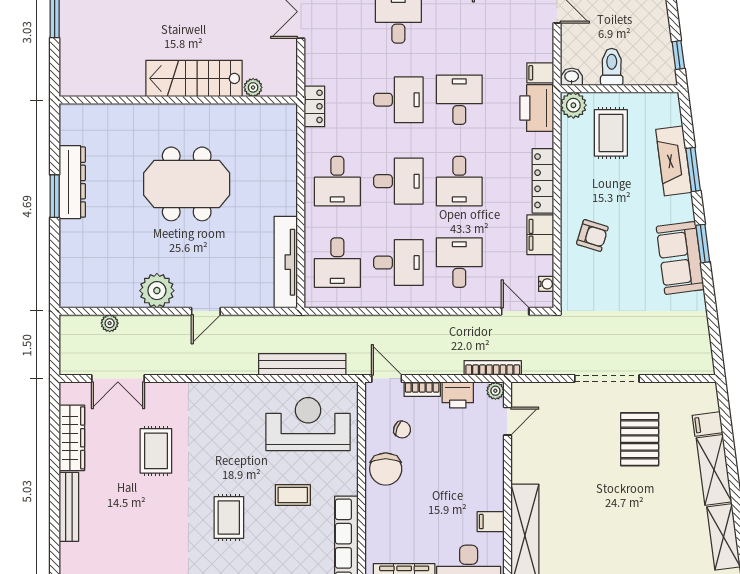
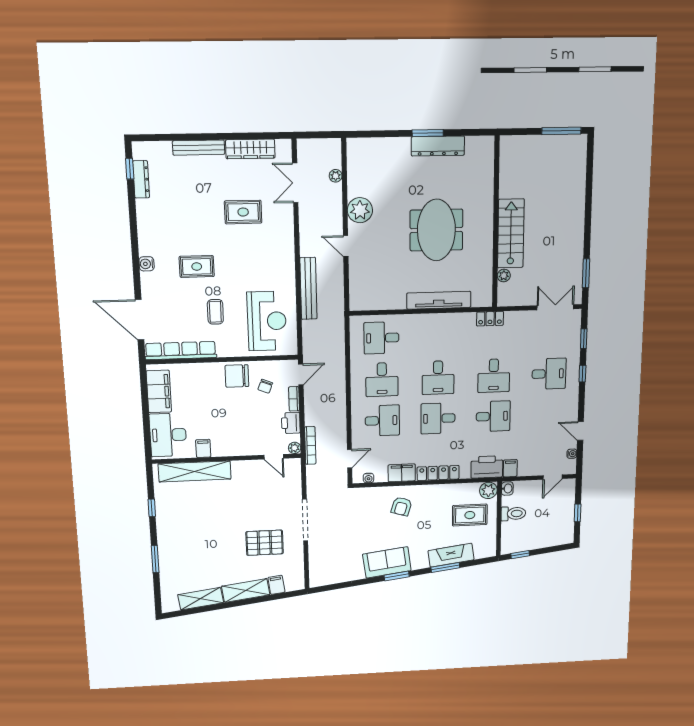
desk: (337, 181) -> (438, 336), removed
tv unit: (286, 262) -> (439, 300), moved
bench: (302, 364) -> (308, 288), moved

